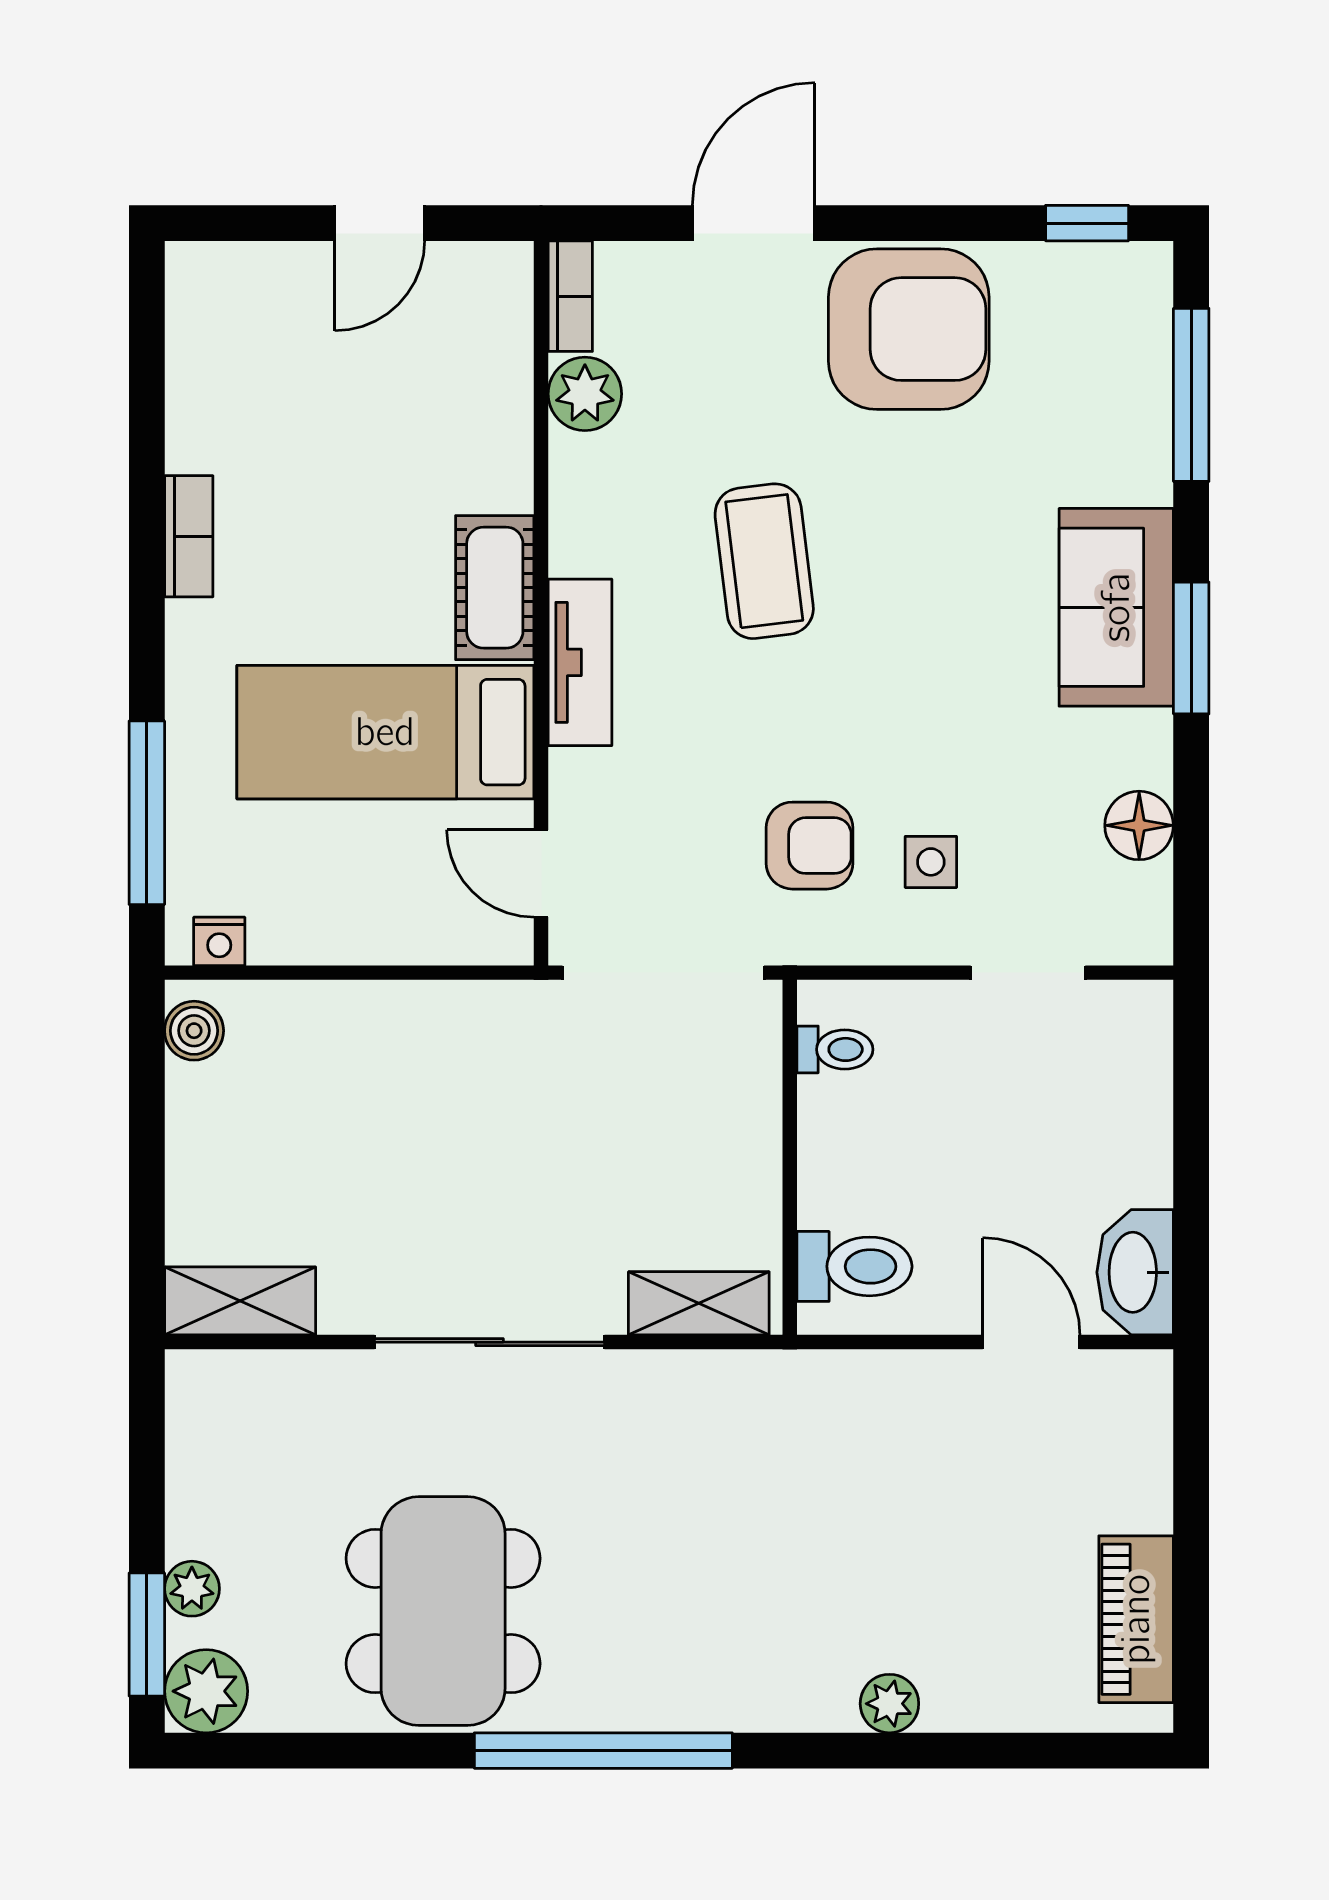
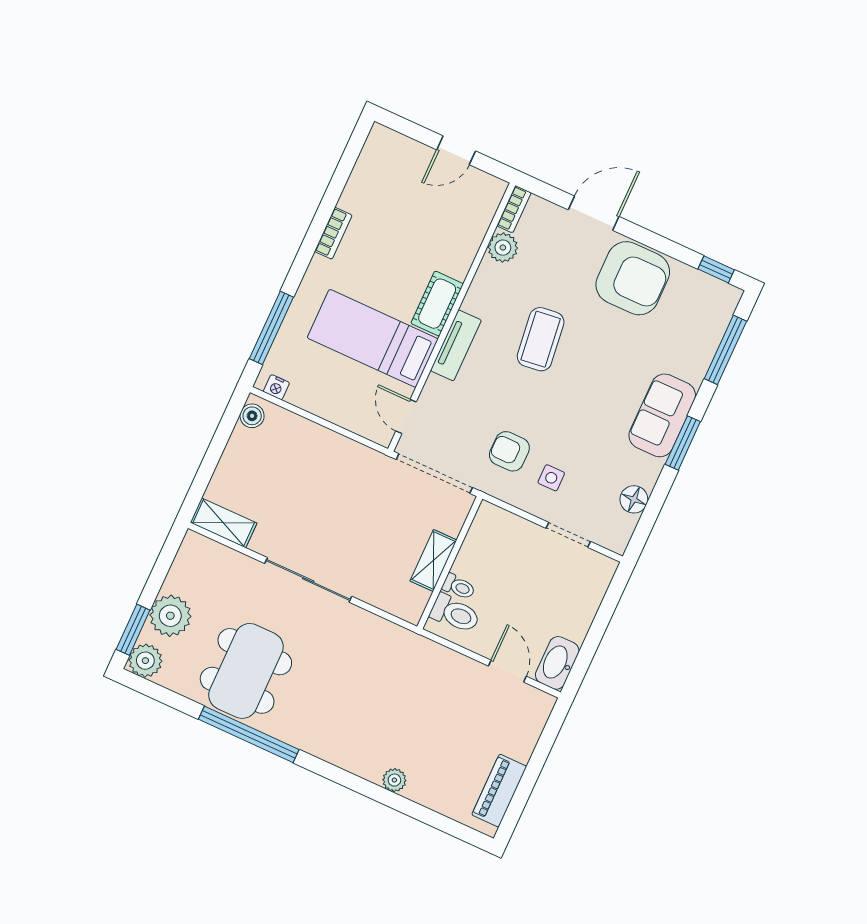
armchair: (810, 846) -> (509, 451), turned 180
toilet: (835, 1049) -> (459, 587), moved
shelving: (699, 1303) -> (433, 560), moved, turned 90
plant: (192, 1589) -> (170, 616), width x1.88, depth x1.88
window: (603, 1751) -> (249, 734), moved

